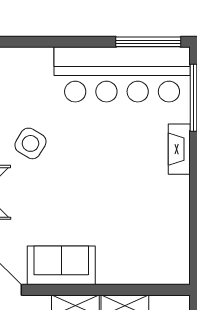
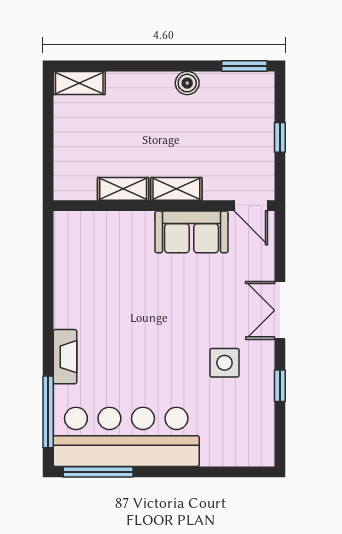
side table: (30, 143) -> (224, 363), turned -31

